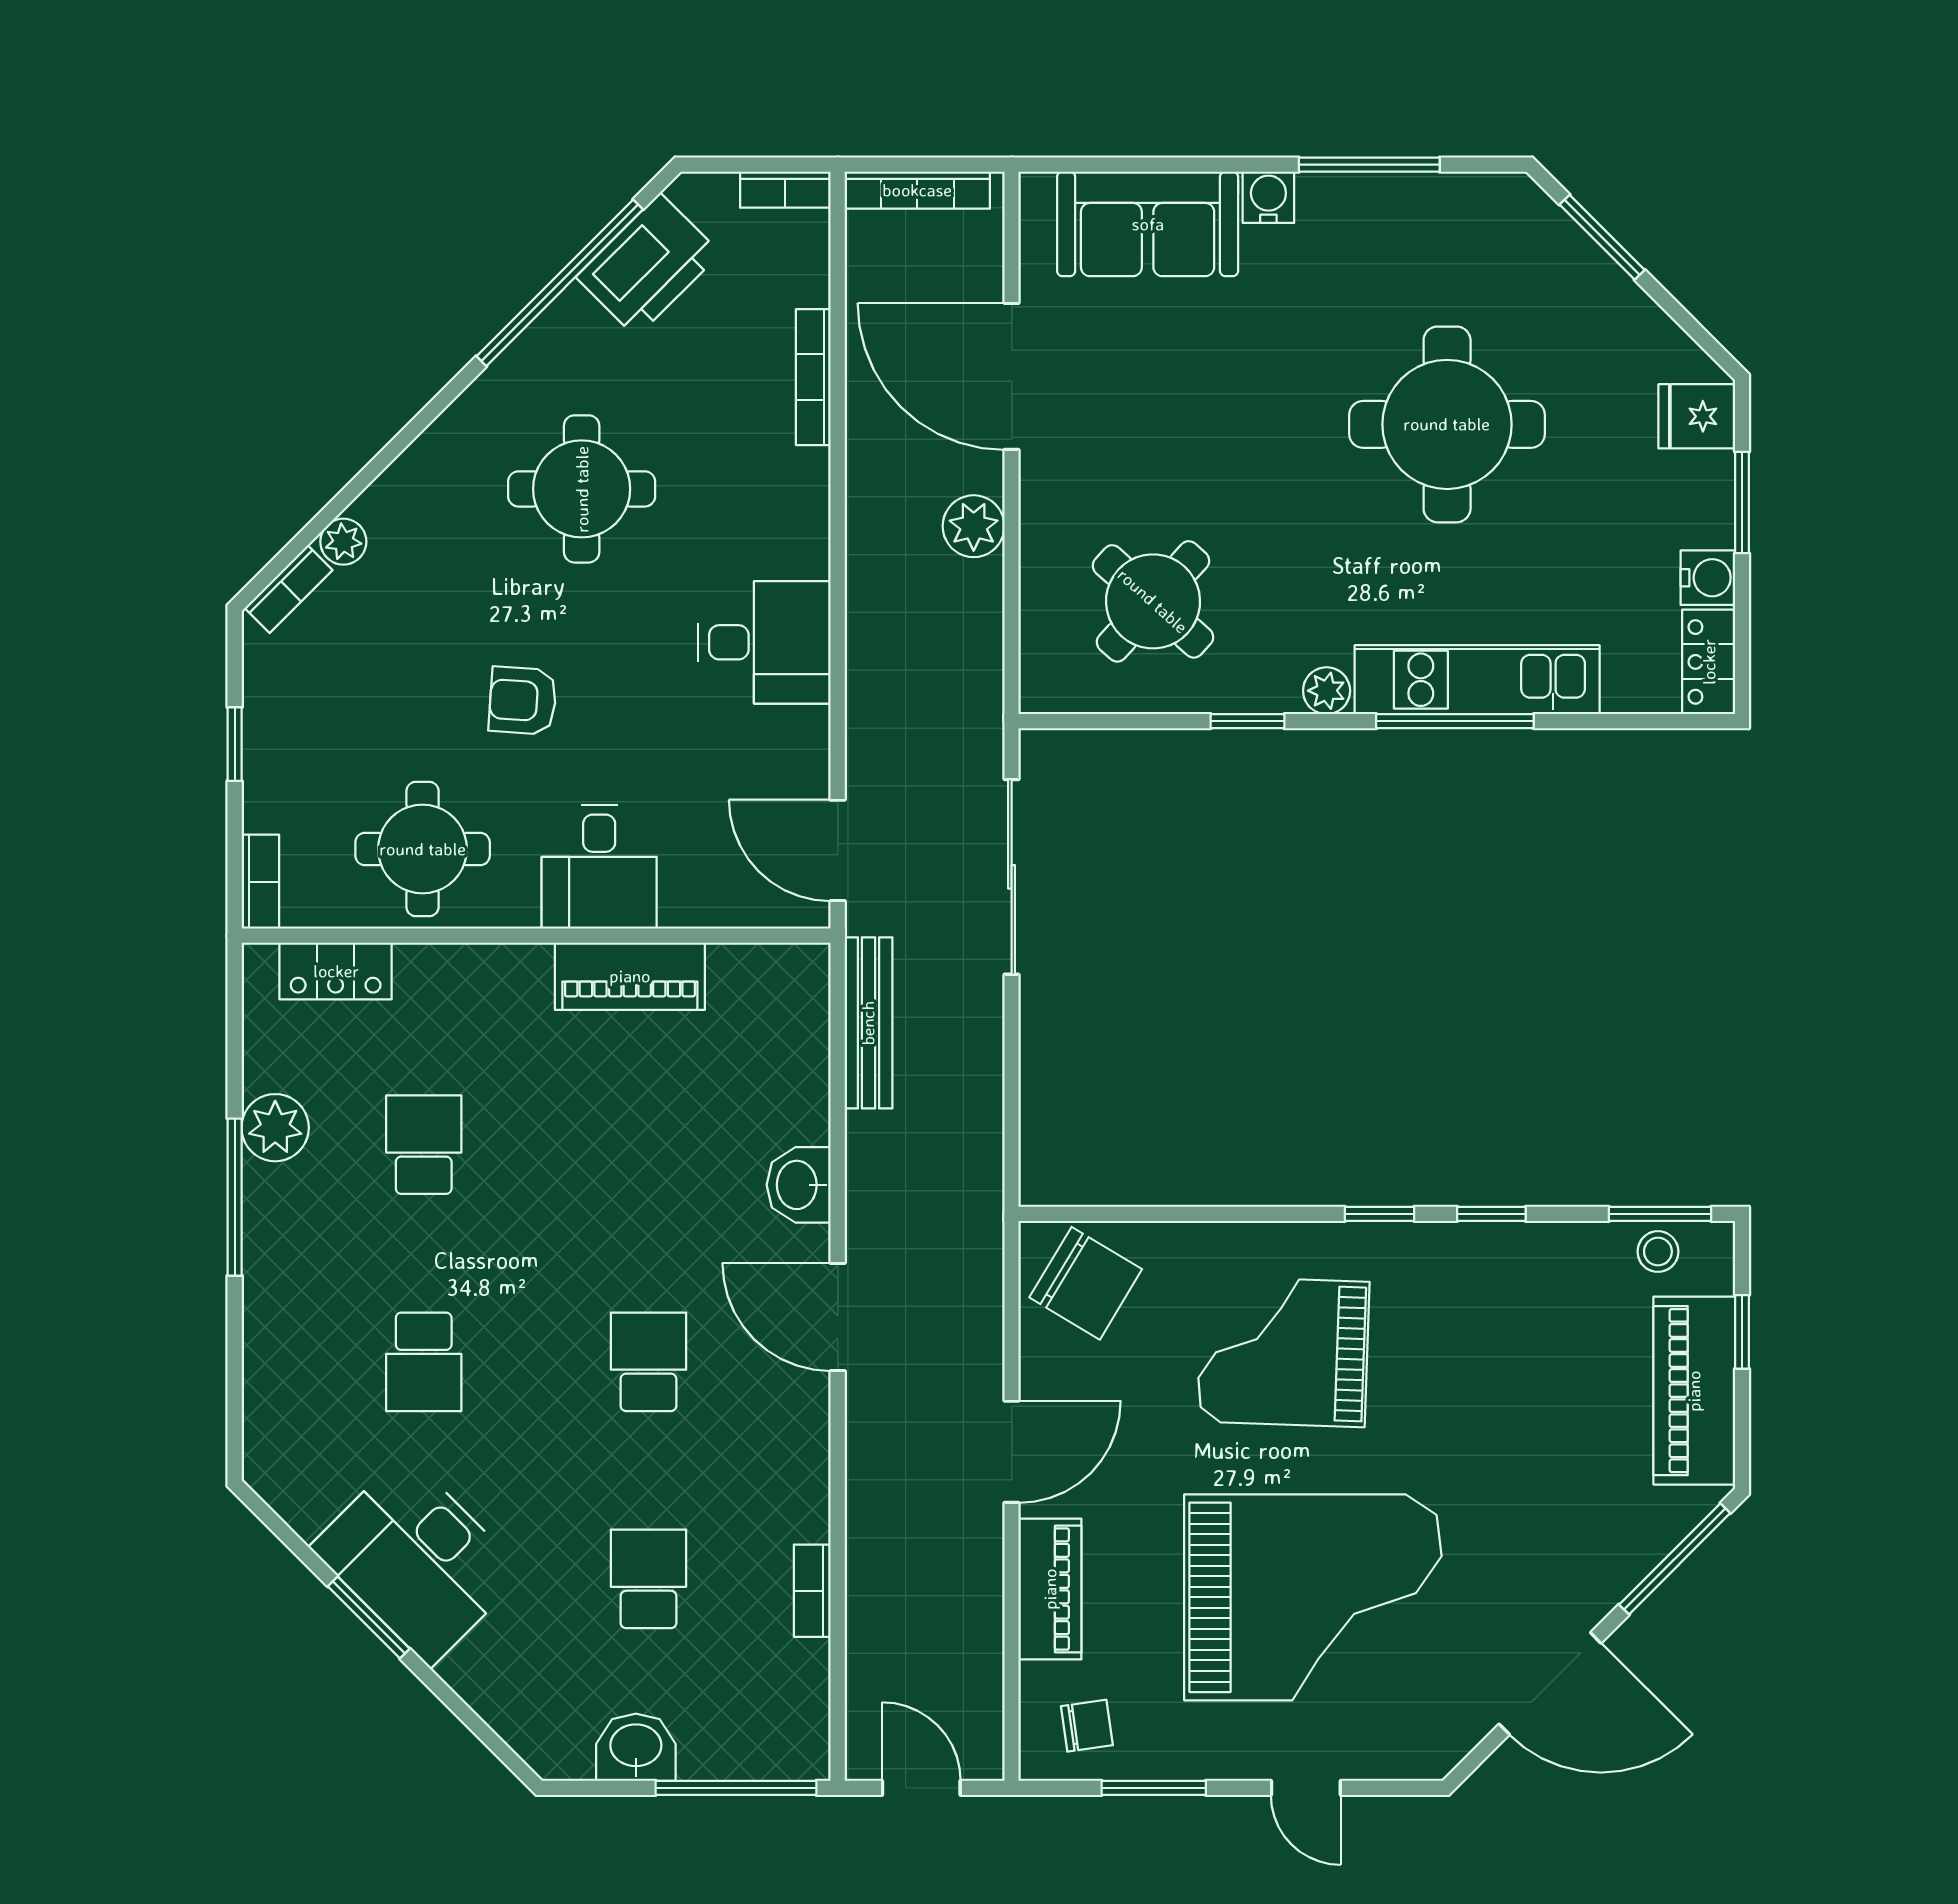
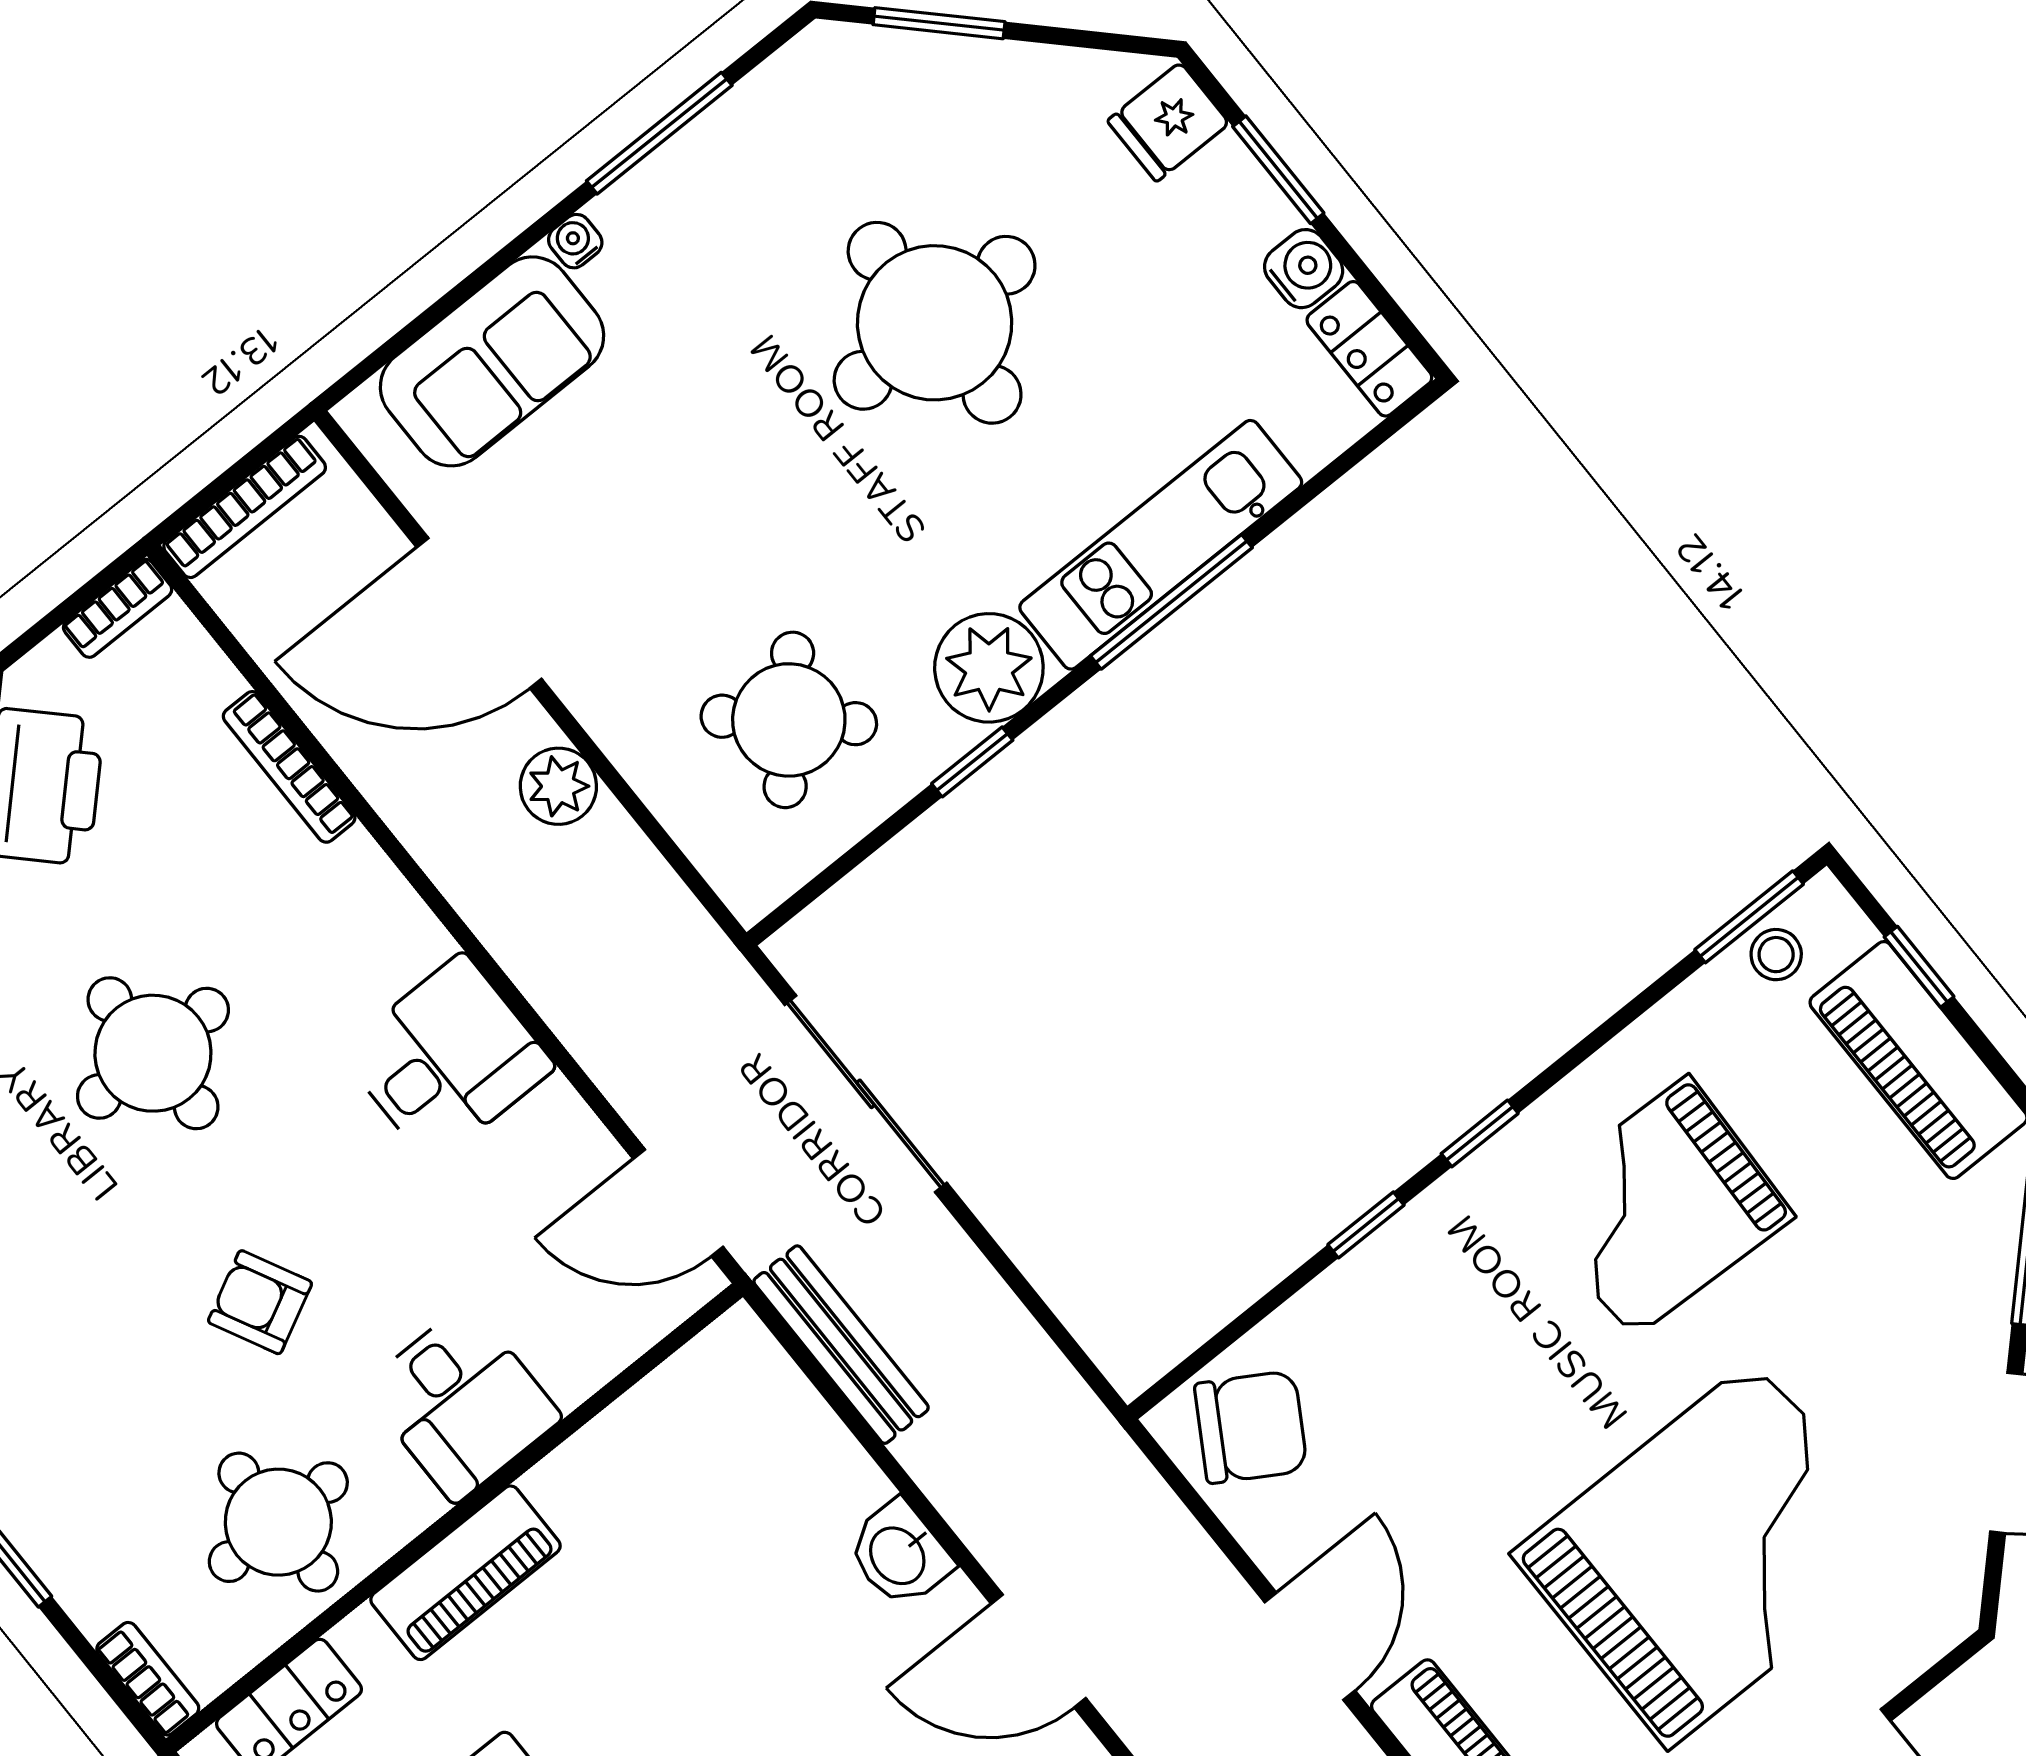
water cooler: (1268, 197) -> (575, 241), width x0.72, depth x0.72
plant: (1327, 691) -> (989, 668), width x1.88, depth x1.88
armchair: (523, 701) -> (260, 1302), turned 59
piano: (630, 976) -> (466, 1573), moved
window: (1491, 1214) -> (1366, 1225), moved
grand piano: (1283, 1352) -> (1660, 1207), moved

